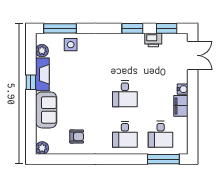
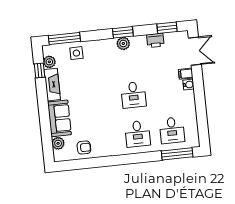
window: (132, 28) -> (123, 32), moved
plant: (120, 40) -> (123, 43), added
window: (31, 82) -> (40, 71), moved
filing cabinet: (181, 106) -> (186, 74), moved, width x0.50
armchair: (77, 137) -> (84, 148), moved
plant: (42, 148) -> (58, 143), moved

